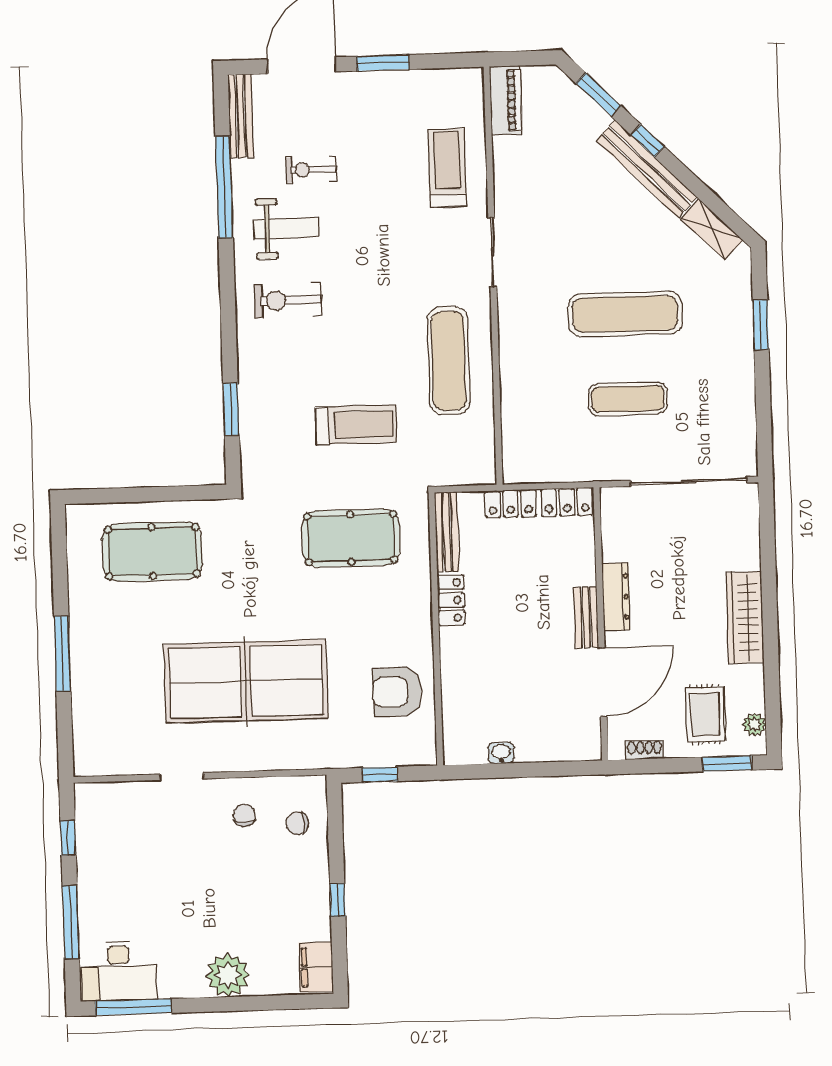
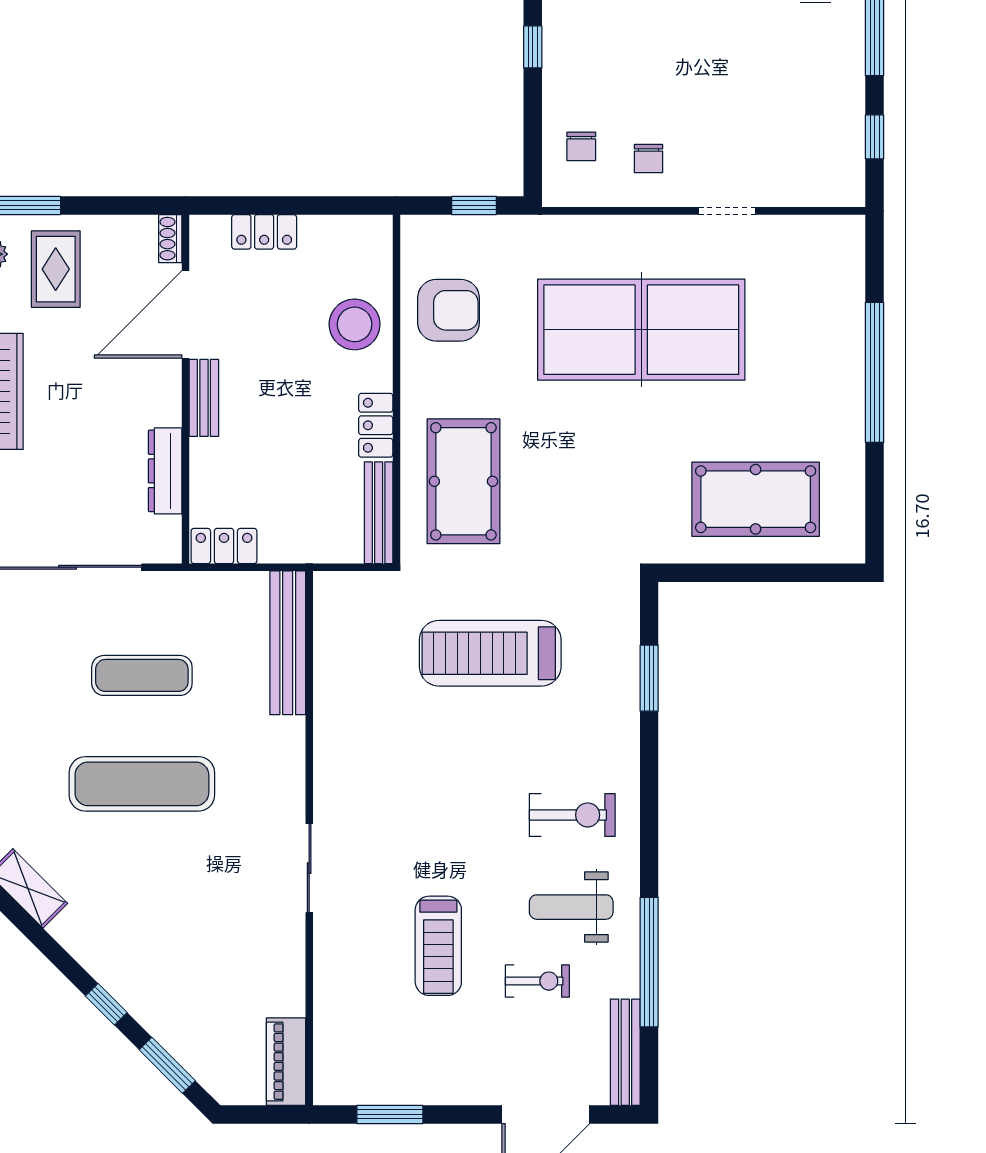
window: (383, 63) -> (390, 1114), moved
treadmill: (447, 168) -> (438, 946), moved
bench: (647, 169) -> (288, 643), moved, turned 45
exercise mat: (449, 361) -> (369, 731), removed
treadmill: (356, 425) -> (490, 653), width x1.37, depth x1.38
locker: (511, 504) -> (264, 232), moved, turned 180
pool table: (351, 538) -> (463, 481), moved, turned 90
dresser: (616, 597) -> (165, 471), moved
window: (62, 654) -> (875, 372), width x1.46
stool: (470, 678) -> (355, 324), added
shoe rack: (645, 750) -> (170, 239), moved, turned 90
washbasin: (501, 753) -> (318, 228), removed
chair: (297, 823) -> (581, 146), turned 90

